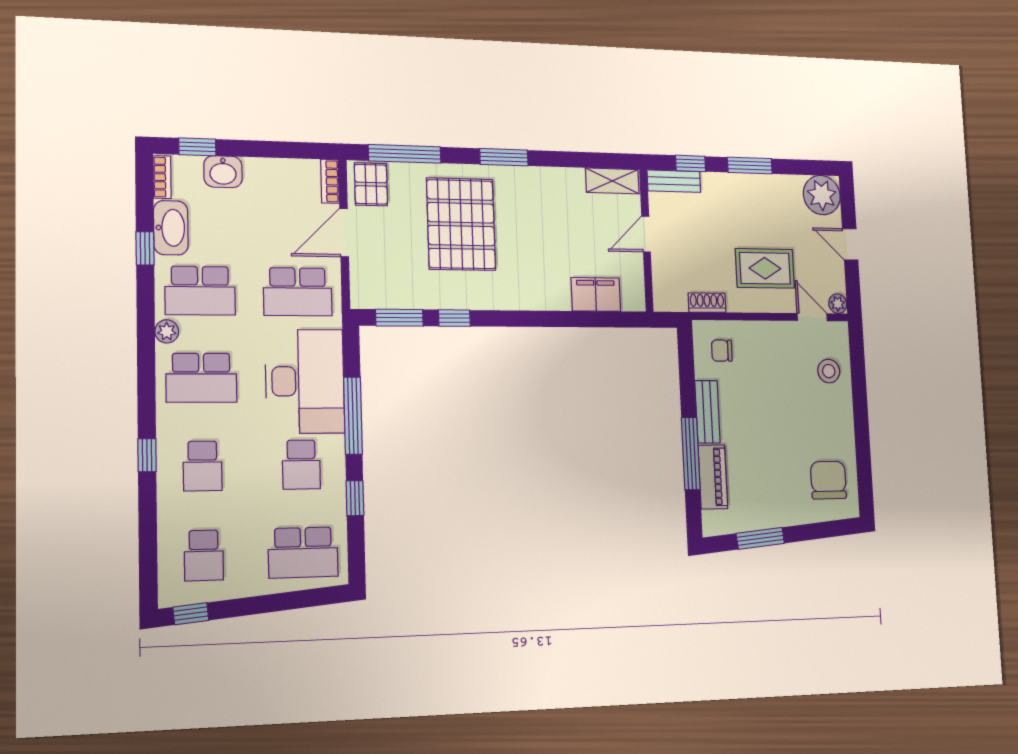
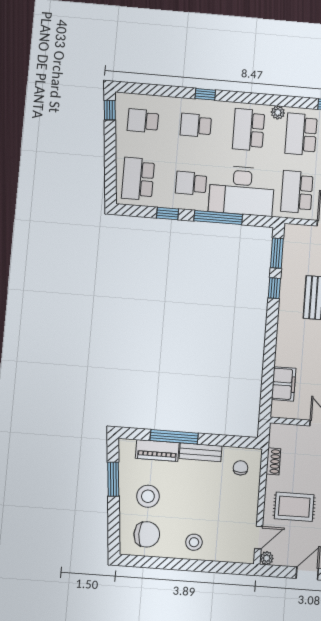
rug: (765, 268) -> (294, 507), turned 90
stool: (829, 371) -> (194, 542), moved
stool: (777, 484) -> (148, 496), added

